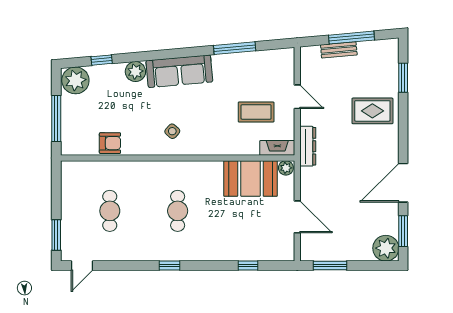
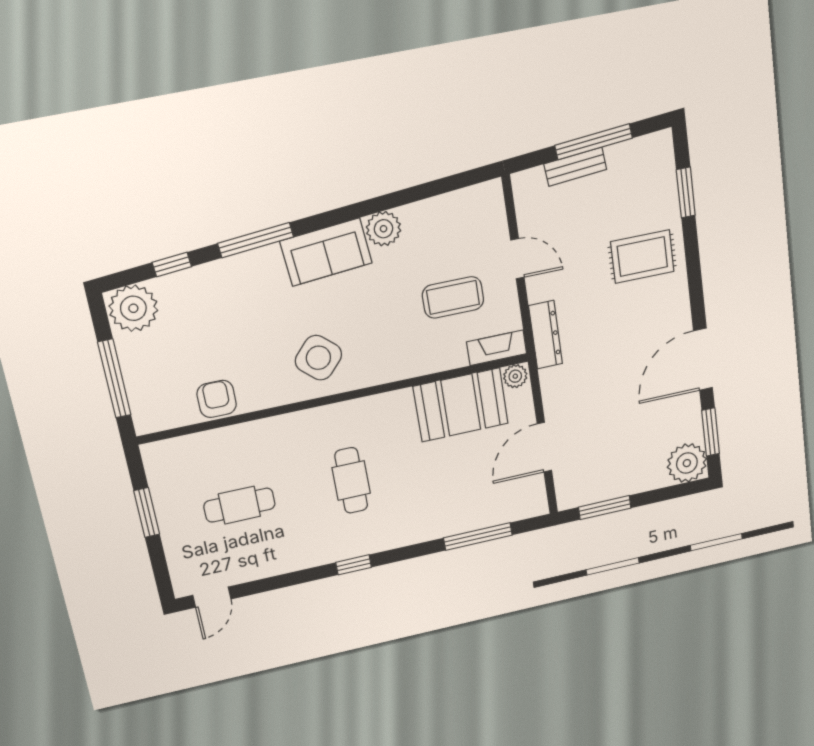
window: (235, 48) -> (256, 240), moved
sofa: (179, 71) -> (326, 252), width x0.73
plant: (135, 72) -> (383, 229), moved
side table: (172, 131) -> (318, 358), width x1.87, depth x1.87
armchair: (110, 143) -> (217, 399), turned -90
cafe table: (110, 211) -> (239, 505), turned 90
door: (297, 217) -> (544, 447), swing flipped
window: (56, 235) -> (147, 512), moved
window: (248, 266) -> (478, 537), width x2.17

